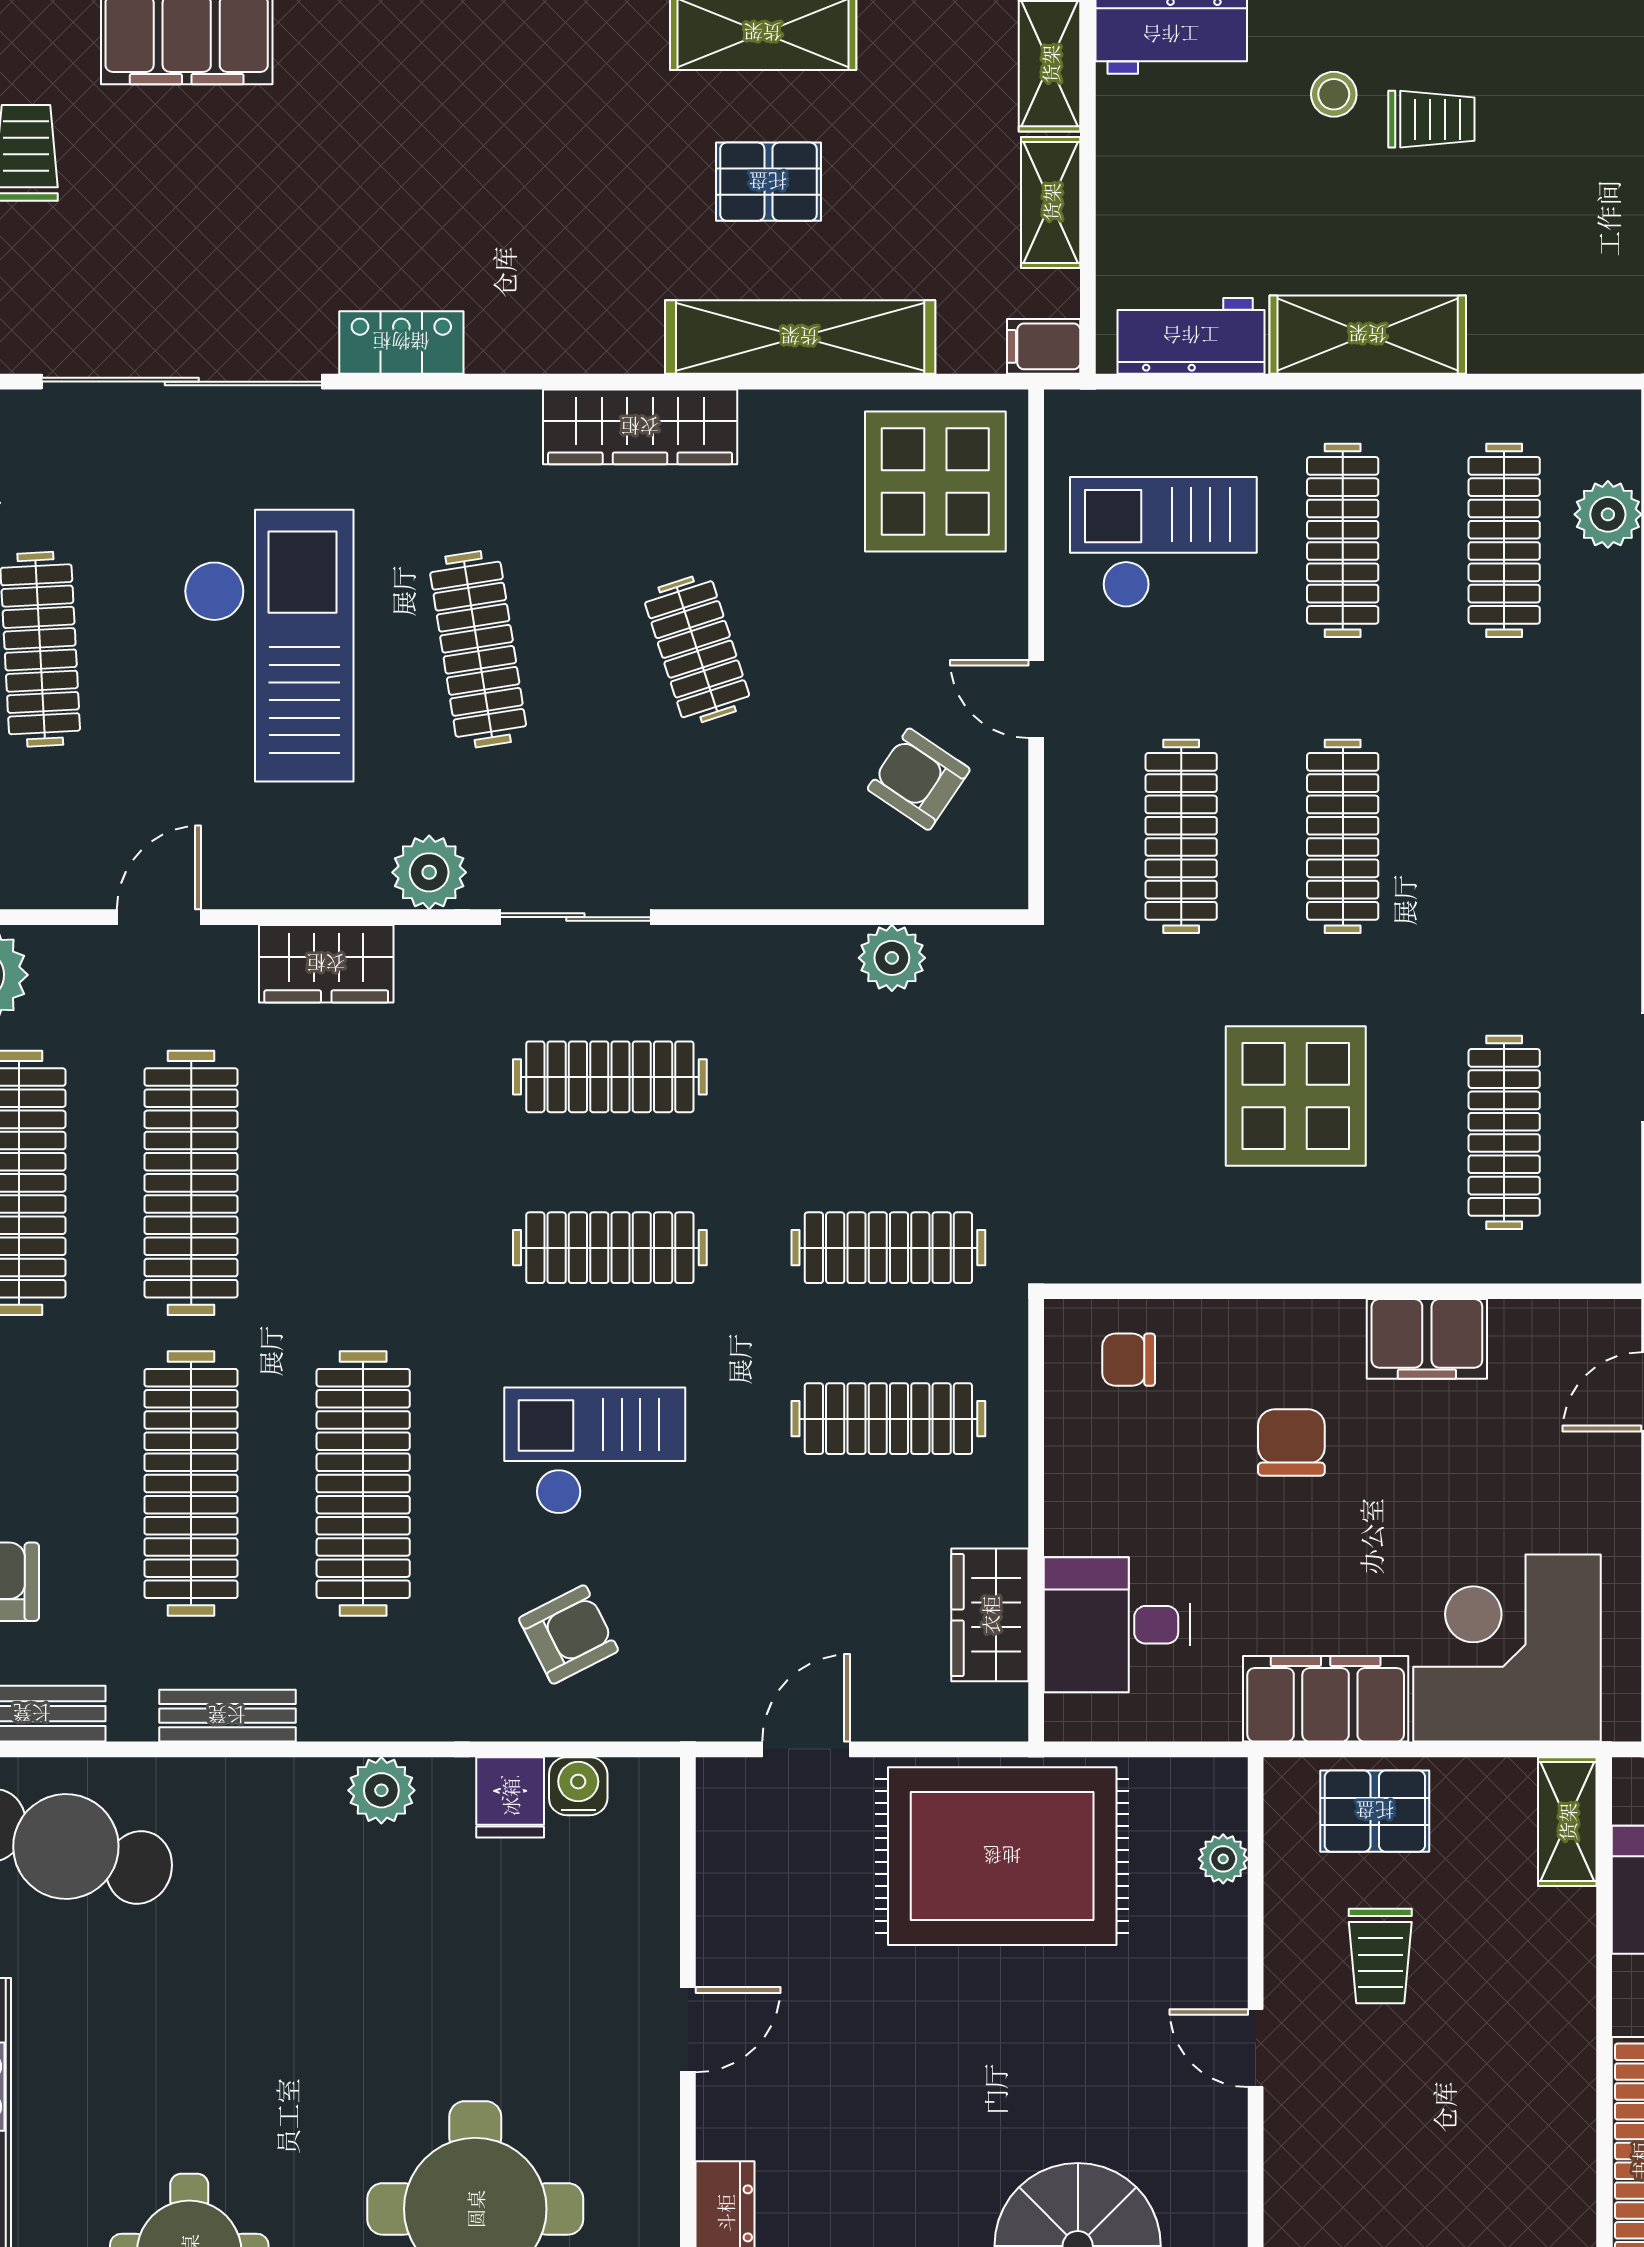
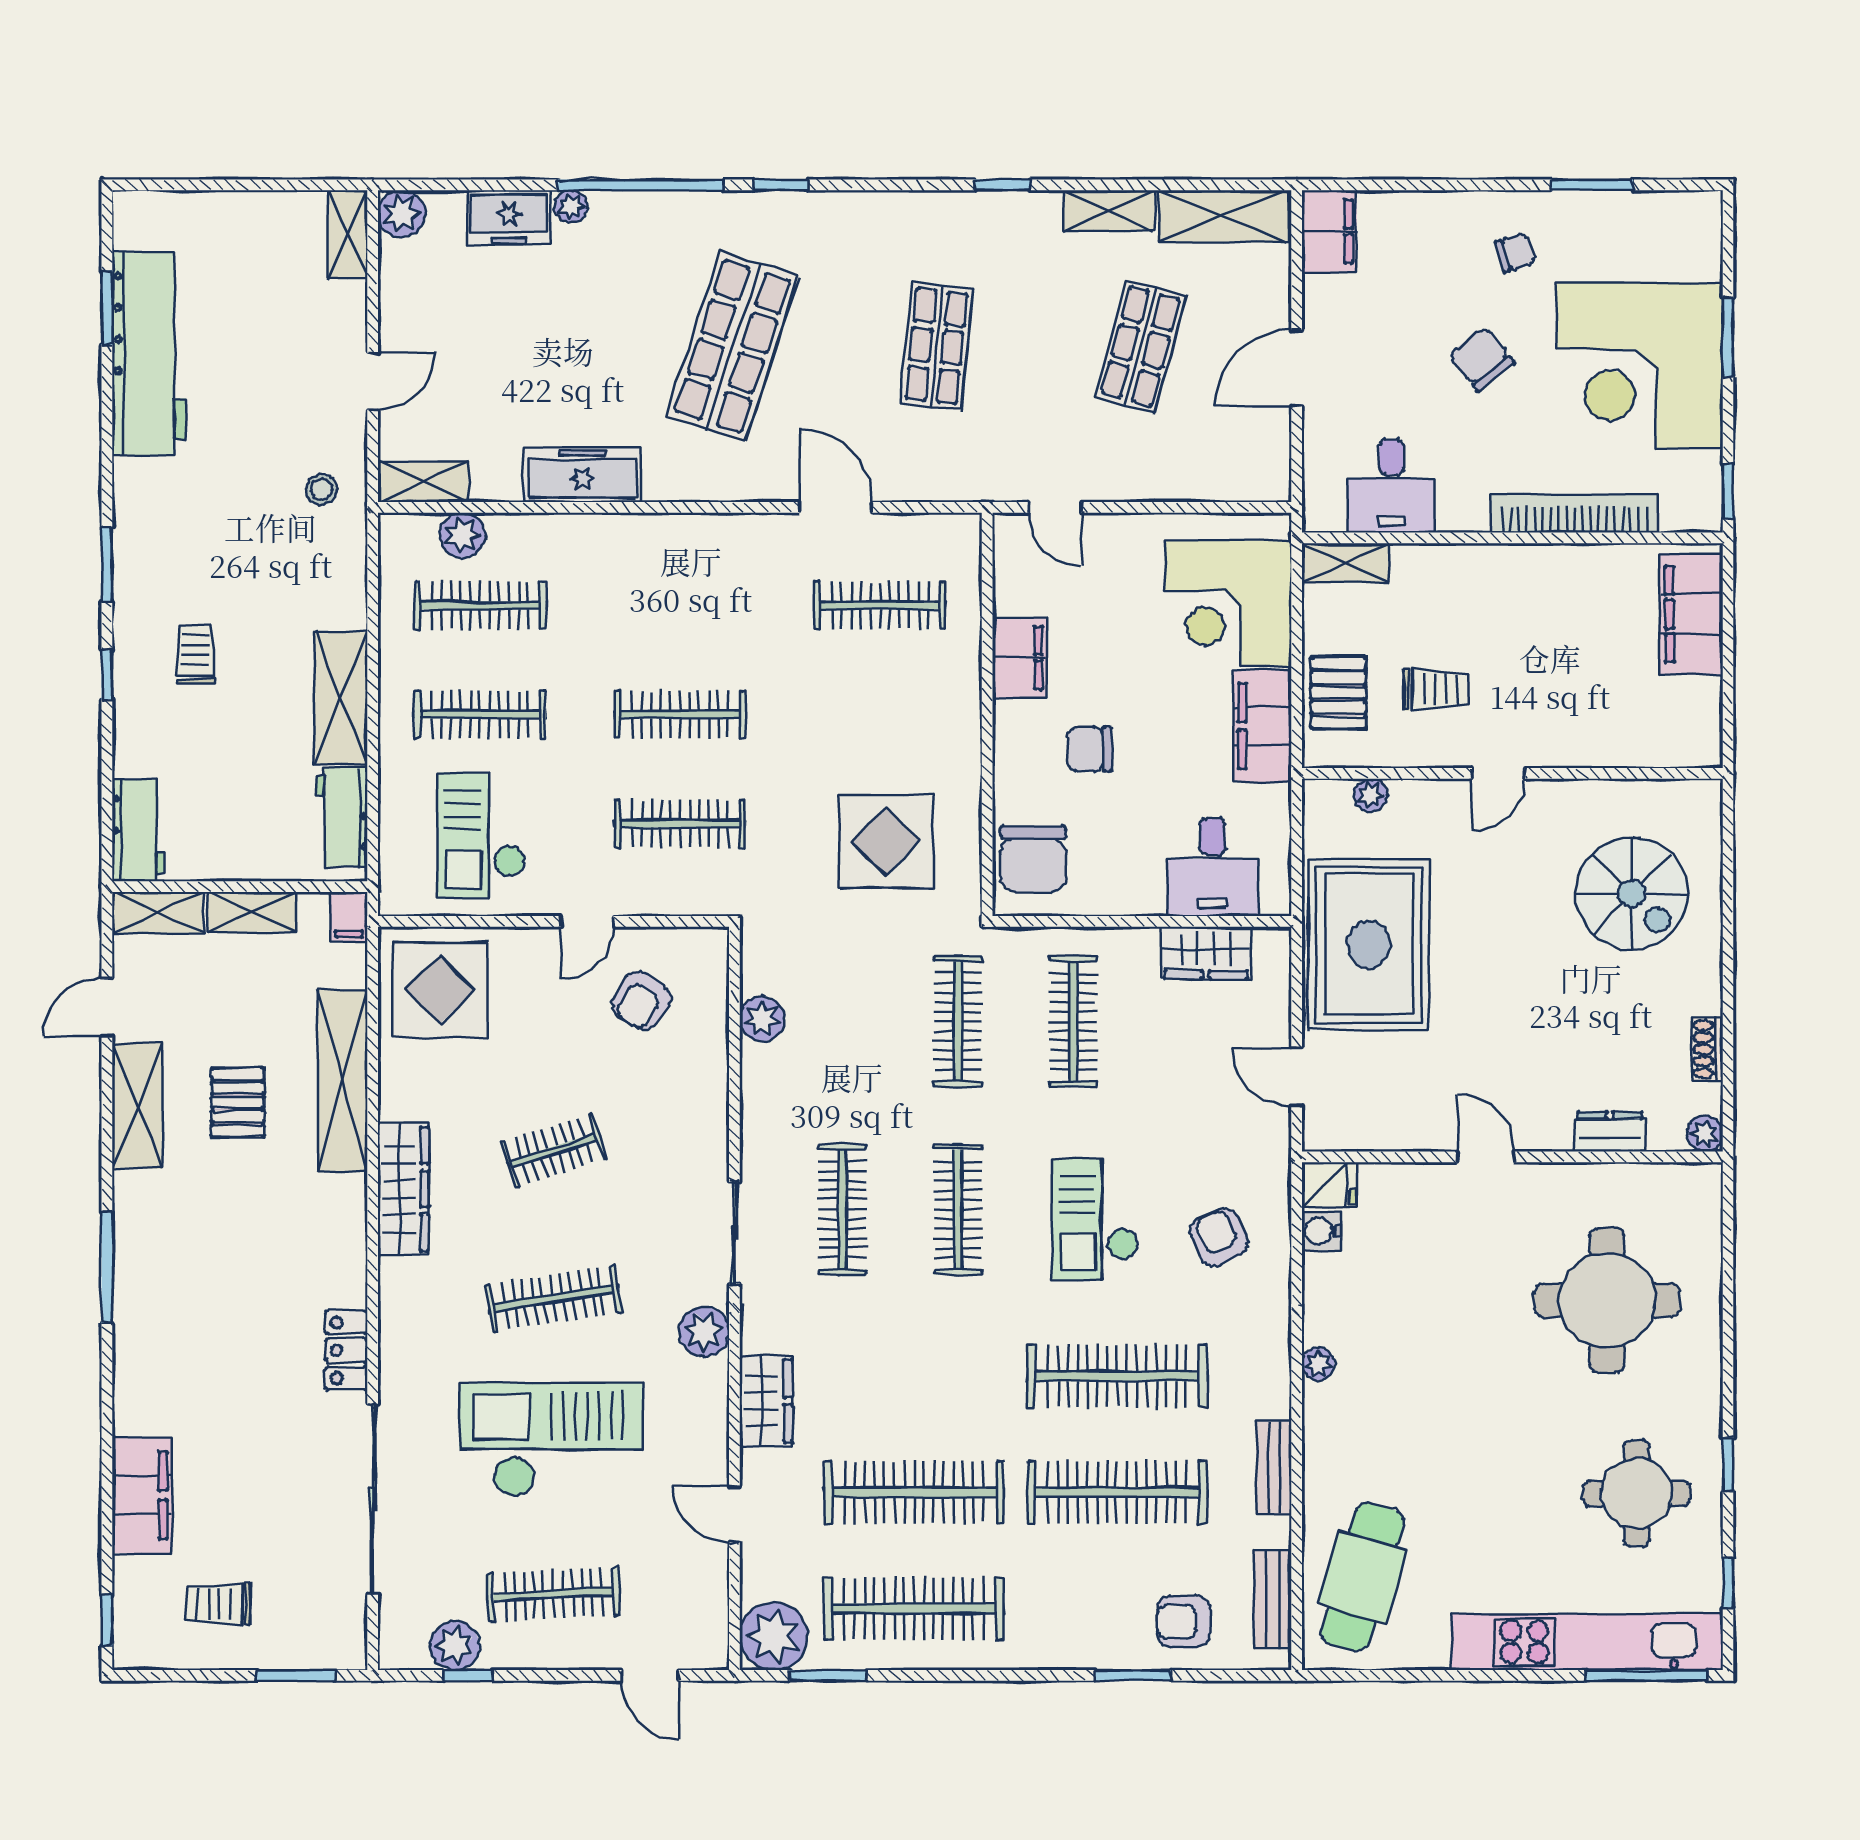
stool: (1334, 94) -> (179, 720), removed
display table: (1296, 1096) -> (886, 841), moved
chair: (1129, 1360) -> (1033, 859), width x1.87, depth x1.87
plant: (381, 1790) -> (1318, 1364), width x0.73, depth x0.73
fridge: (510, 1797) -> (1329, 1185), moved

